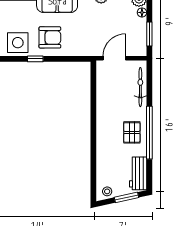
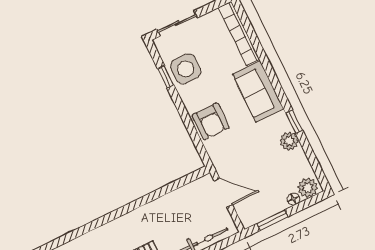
armchair: (50, 37) -> (211, 121), moved
window: (35, 59) -> (166, 77), moved

